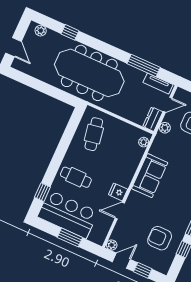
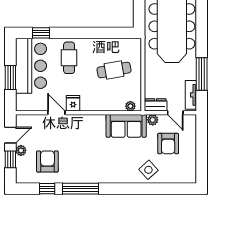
cafe table: (94, 134) -> (114, 70), moved
sofa: (150, 176) -> (126, 126), moved
plant: (112, 245) -> (21, 150), moved
door: (121, 261) -> (10, 135), hinge flipped

